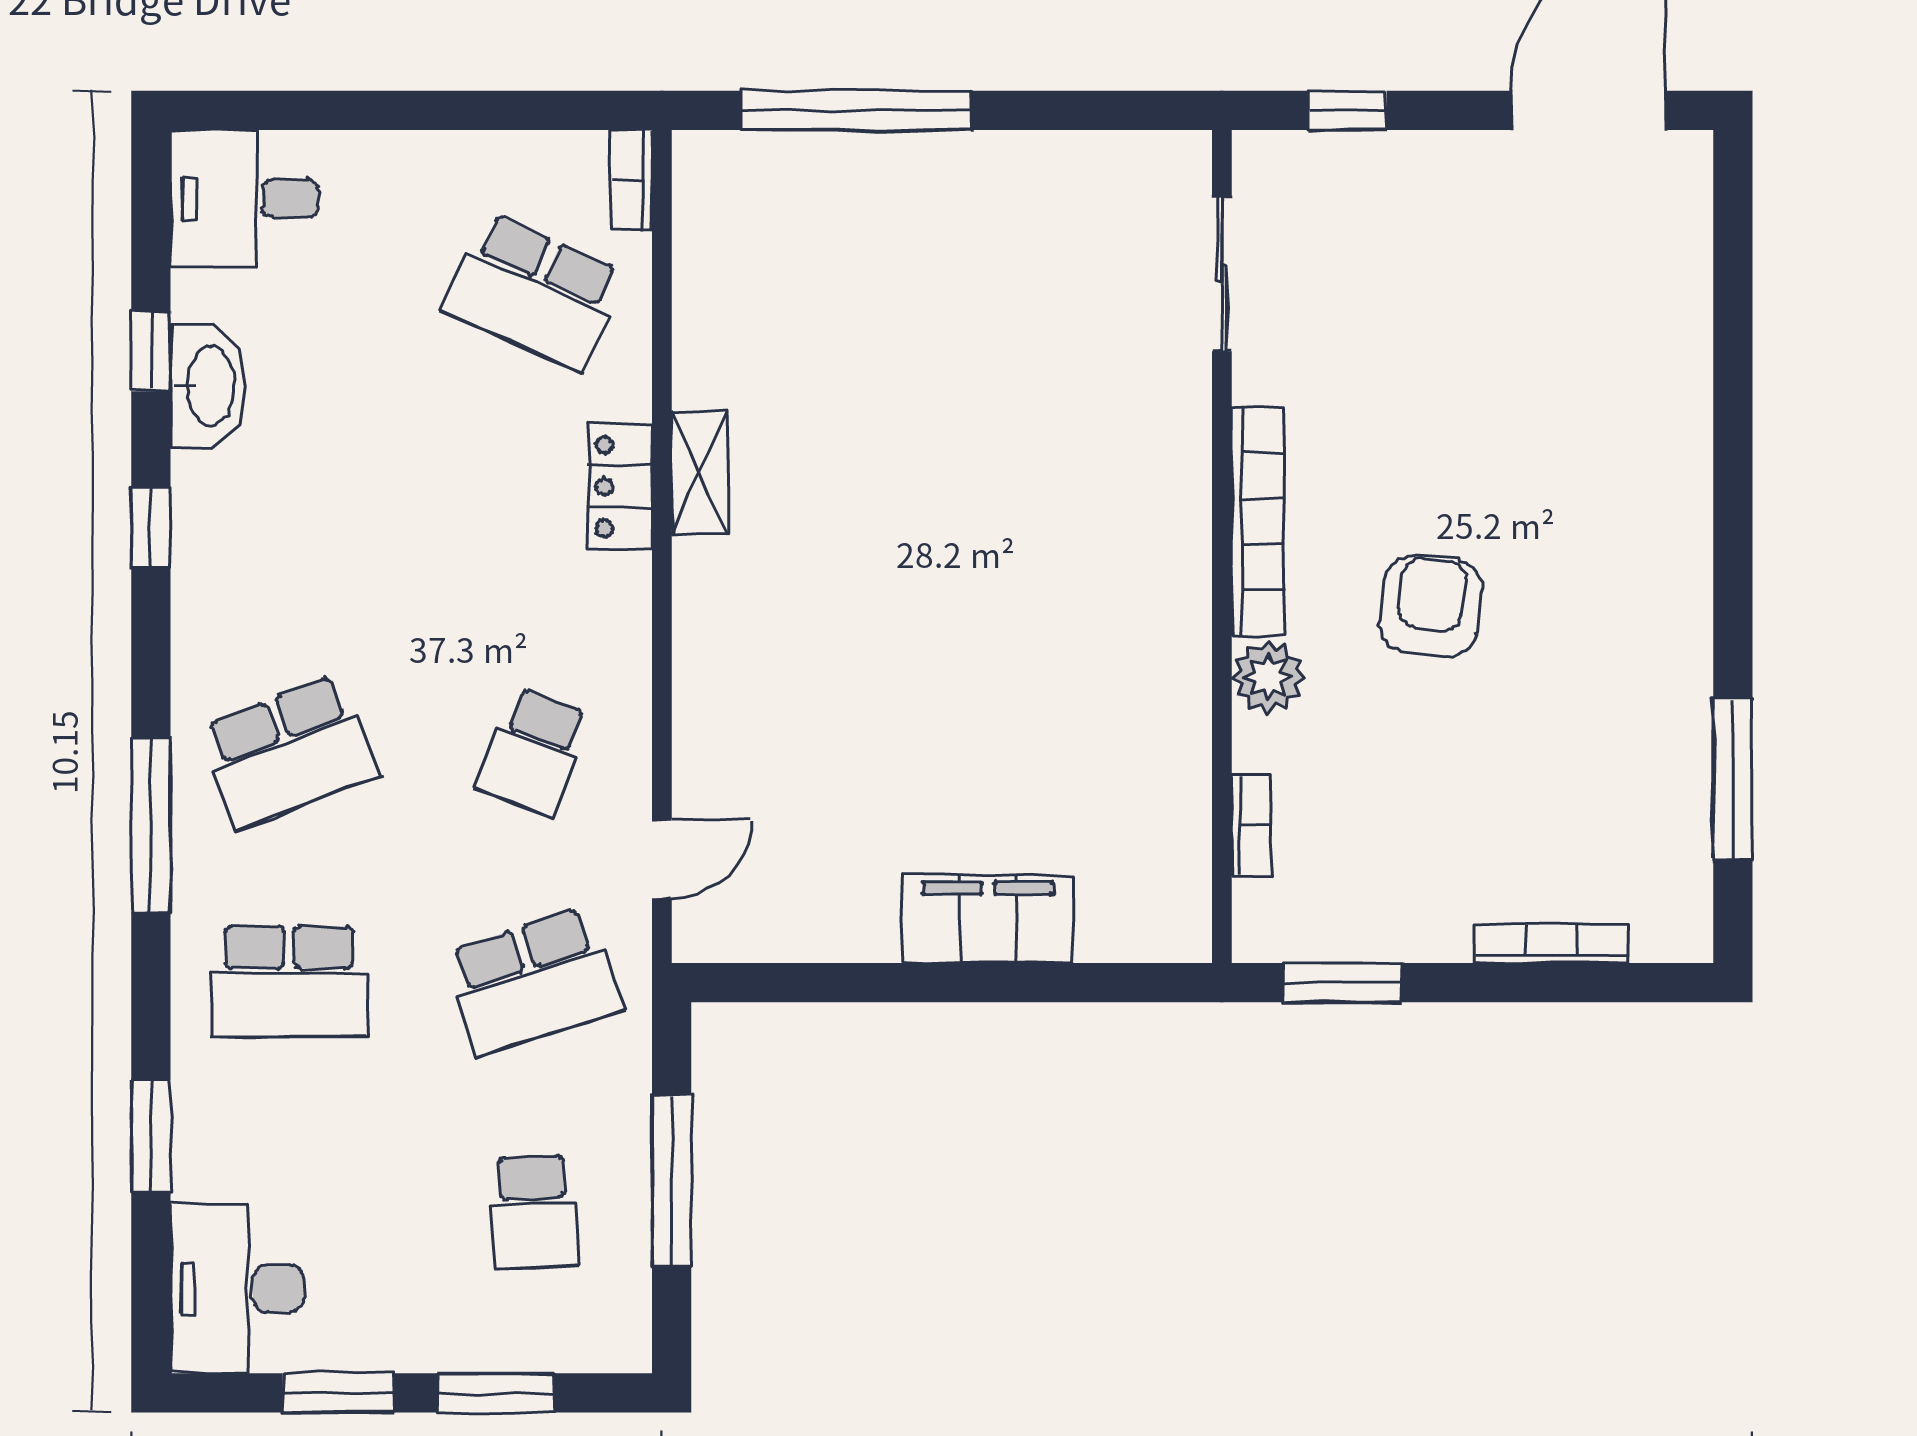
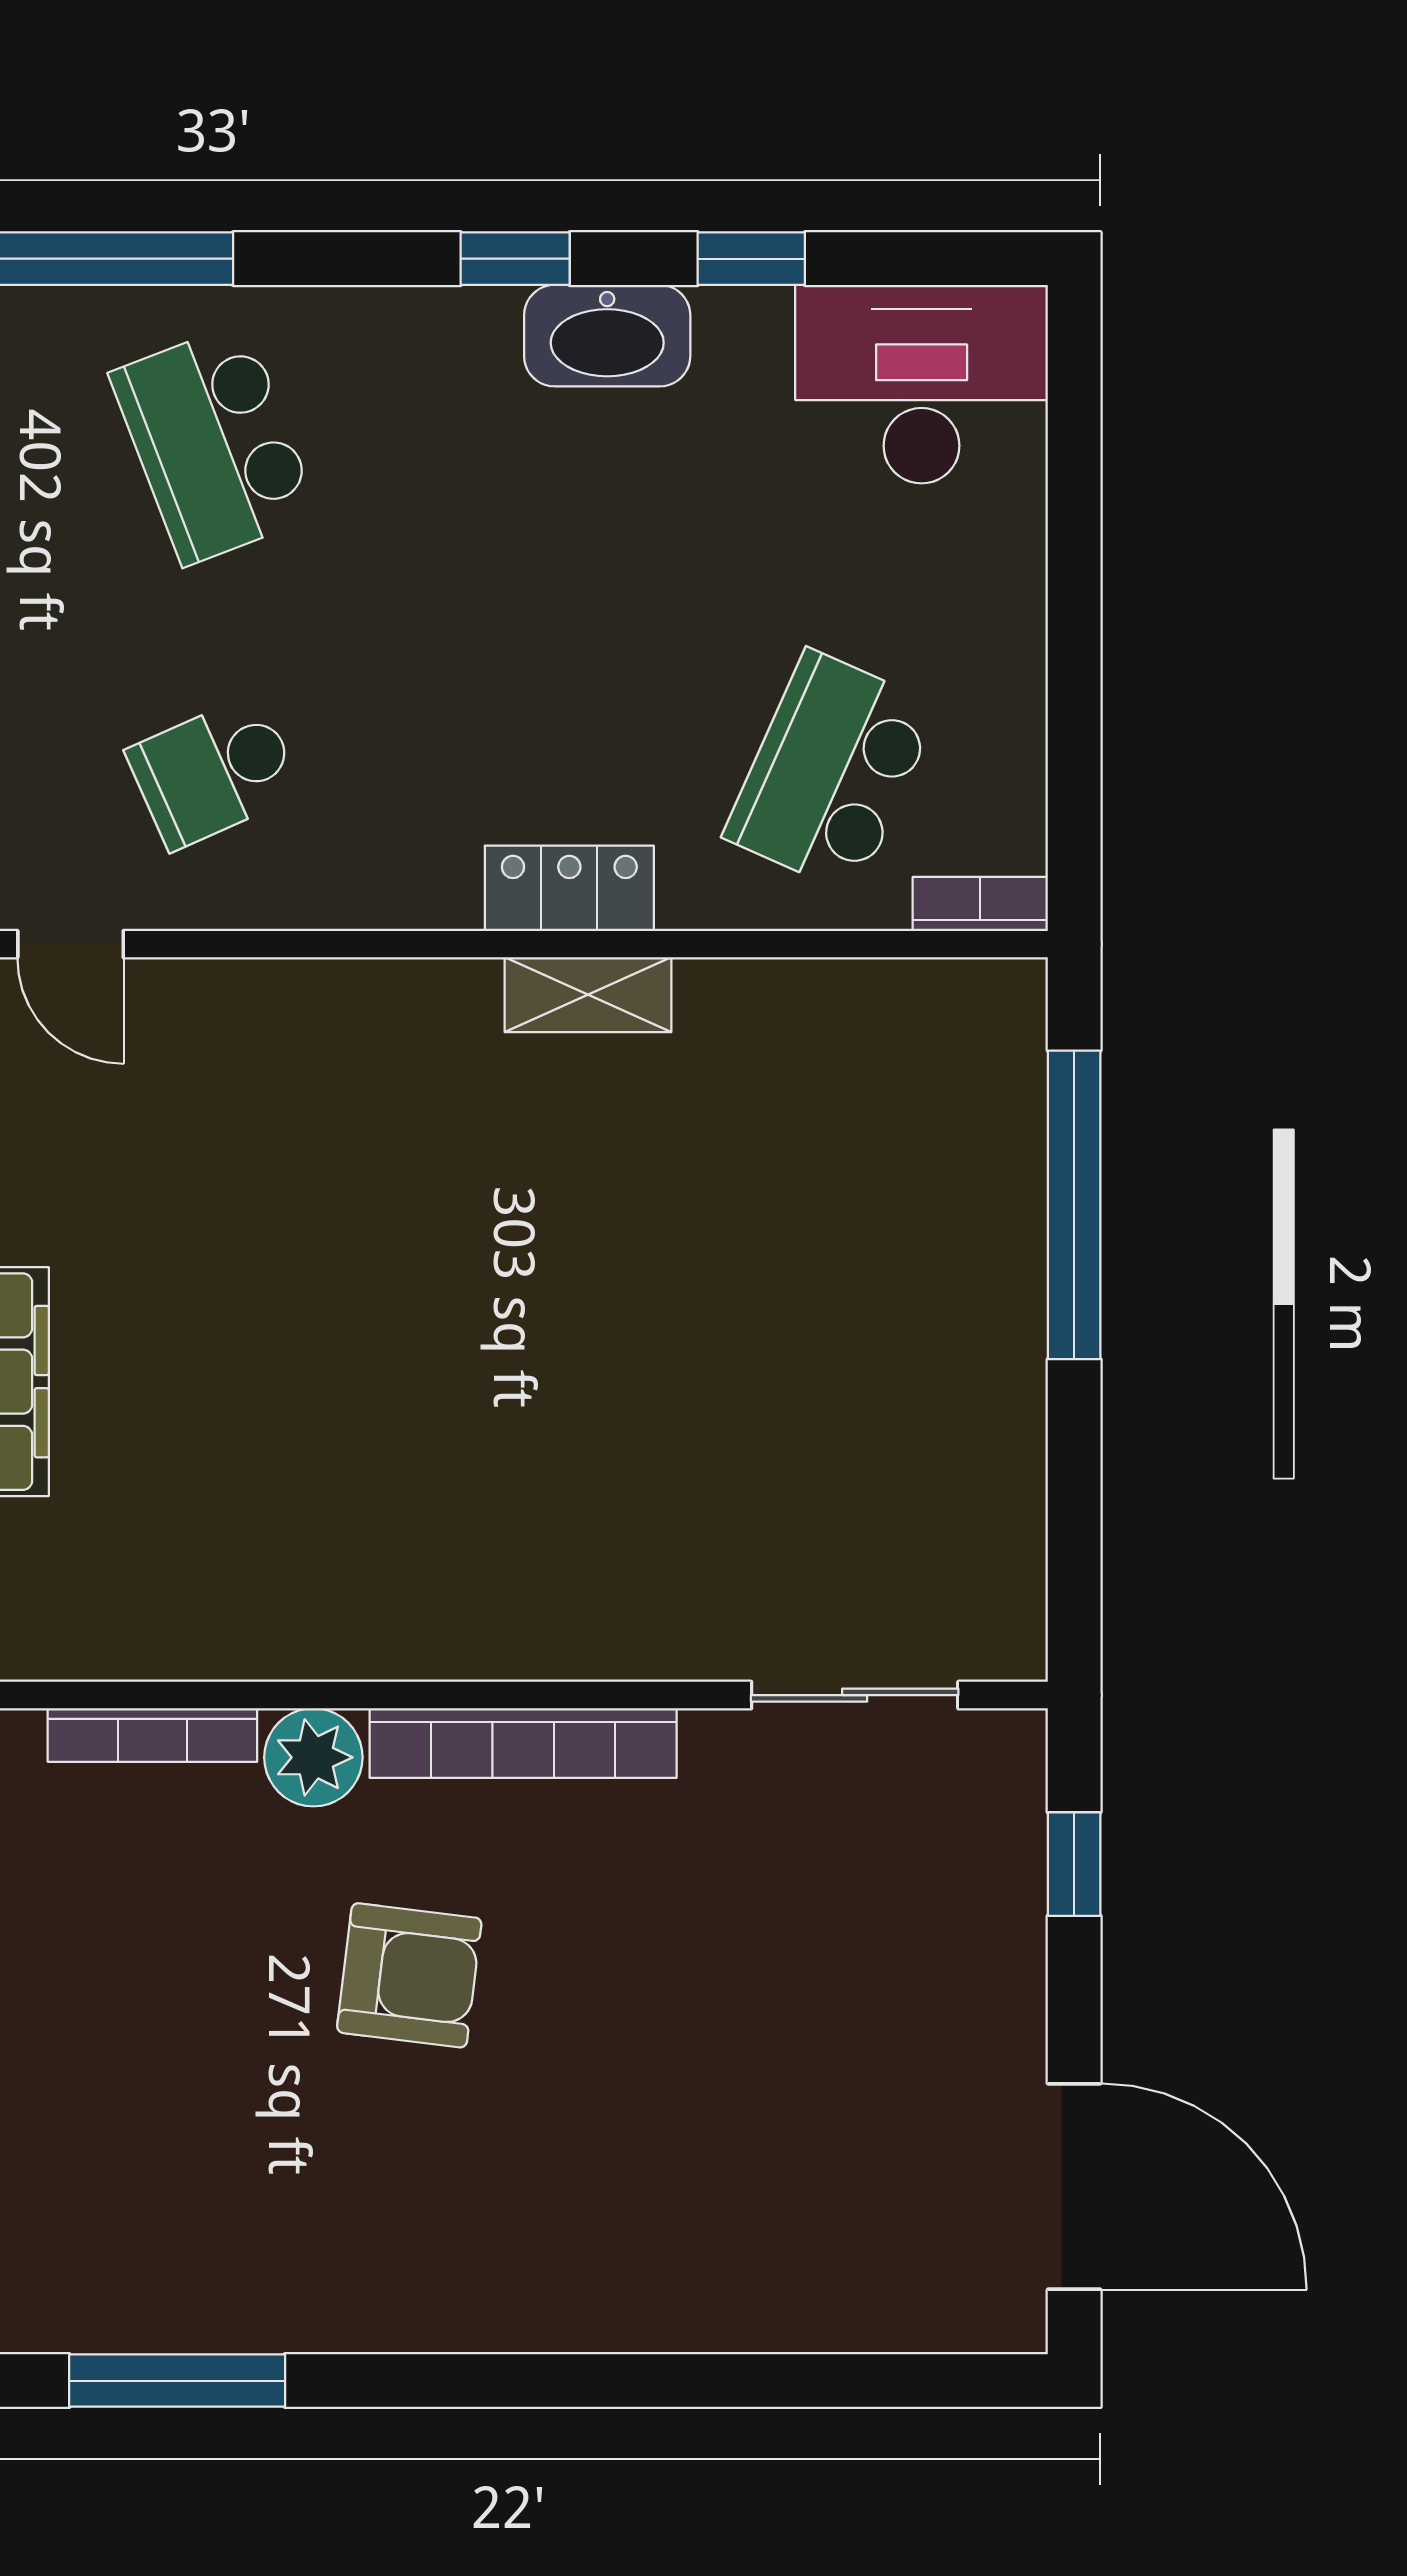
desk: (245, 199) -> (922, 384), width x1.37
washbasin: (208, 386) -> (607, 336), moved
school desk: (533, 752) -> (214, 772), turned -45
bookcase: (1252, 826) -> (152, 1735), width x1.56

